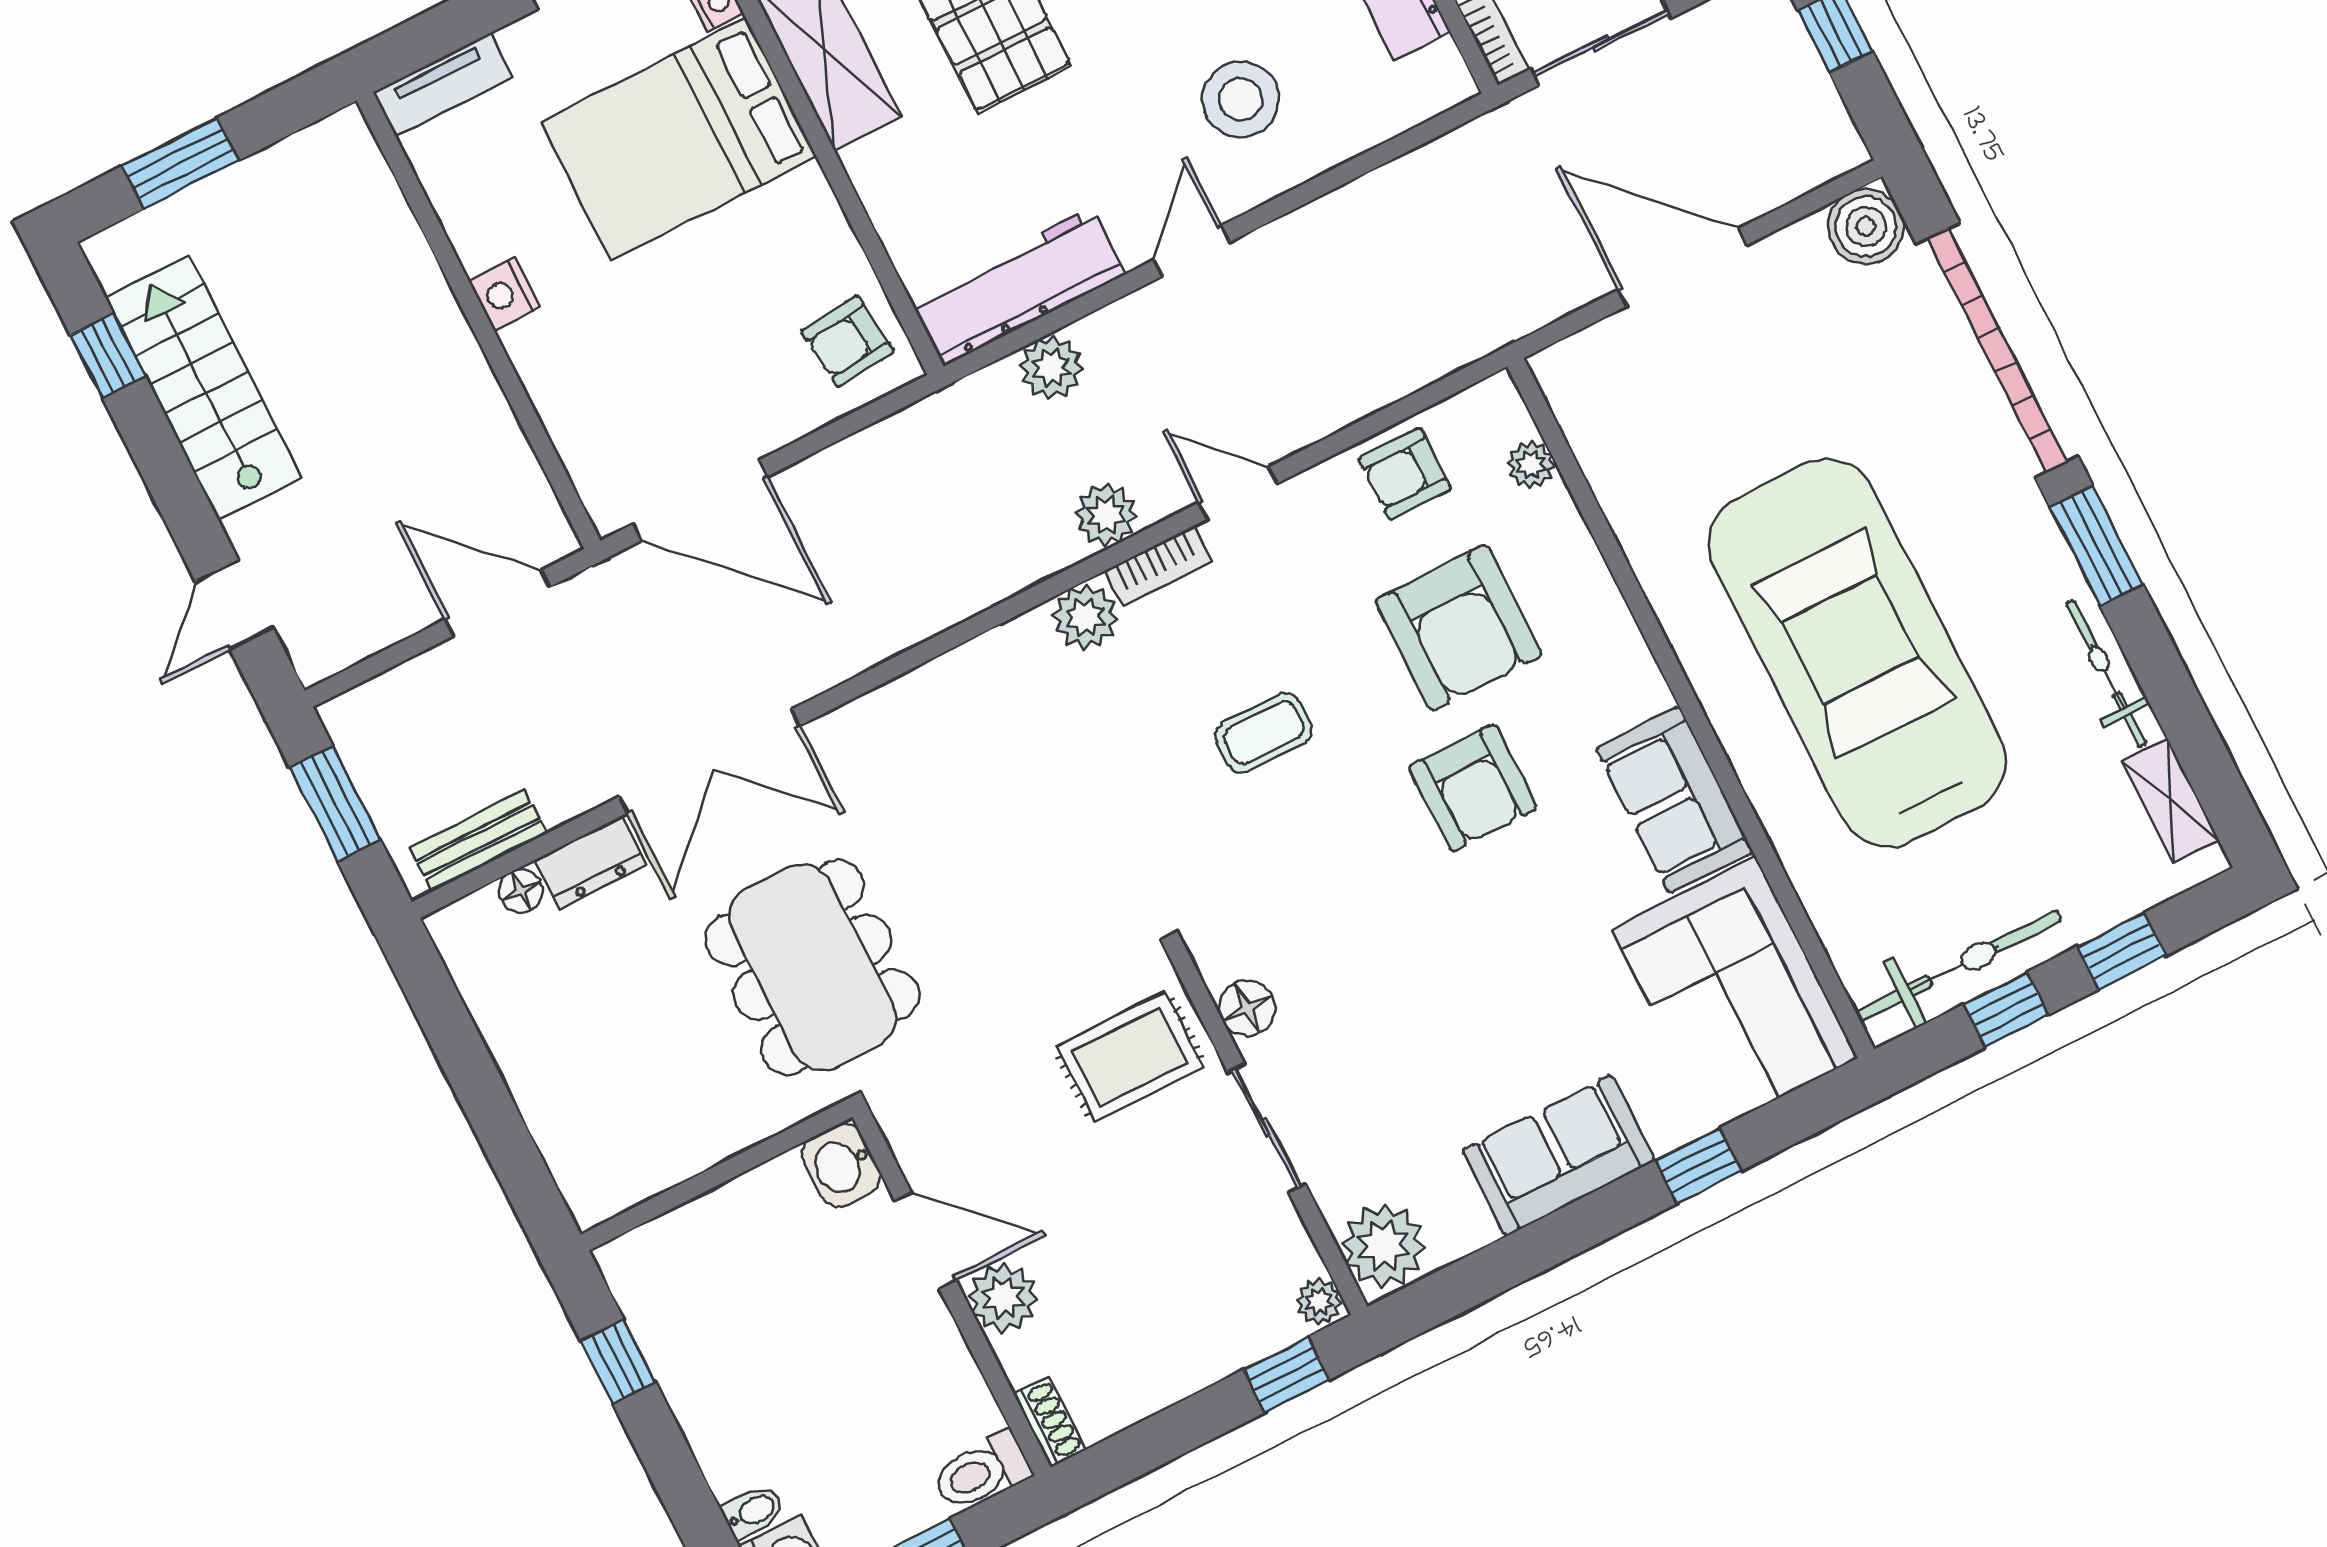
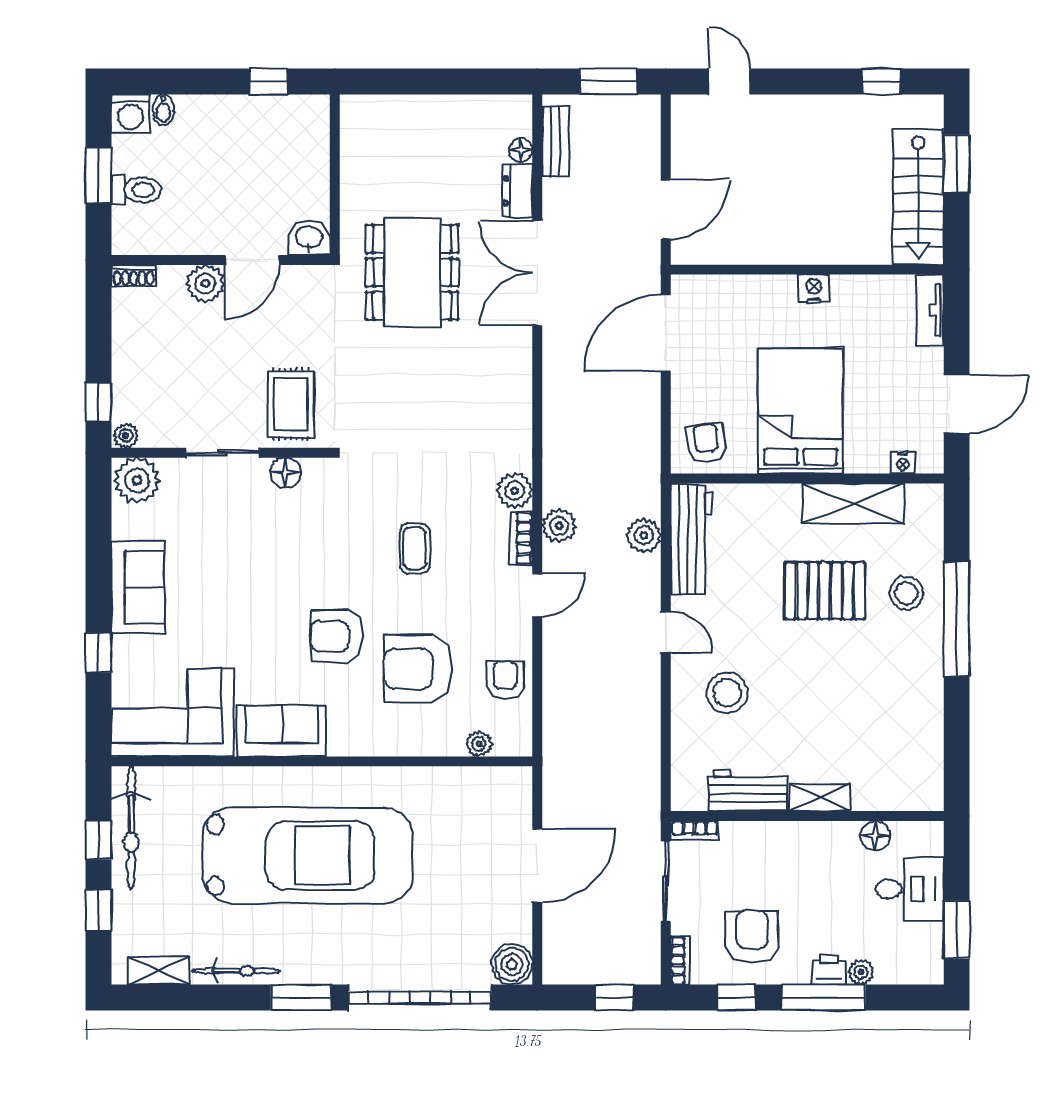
bed: (678, 139) -> (801, 411), moved
stairs: (204, 388) -> (918, 197), moved, turned 90
dining table: (812, 967) -> (412, 272), turned 90
toilet: (981, 1472) -> (136, 190), moved, turned 90

